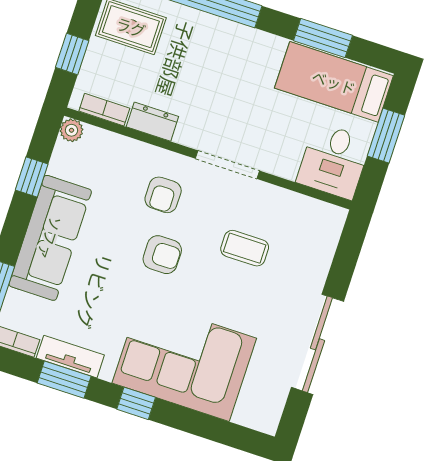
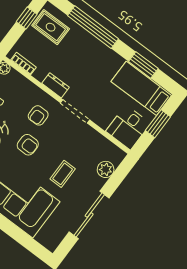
window: (72, 54) -> (27, 18), moved
dresser: (152, 122) -> (56, 85), moved
coffee table: (245, 248) -> (63, 174), moved, turned 90
plant: (319, 251) -> (106, 169), added

